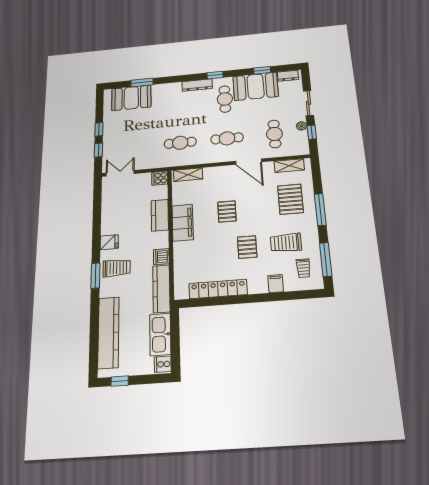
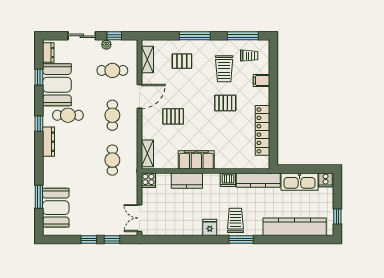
pallet: (290, 199) -> (182, 61), width x0.67, depth x0.71
pallet: (227, 211) -> (173, 116), moved

